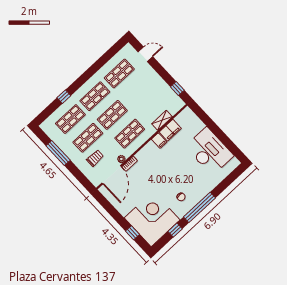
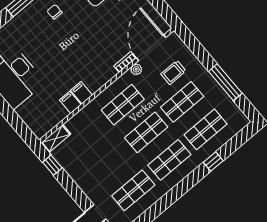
shelving: (162, 120) -> (56, 138), moved
filing cabinet: (170, 130) -> (70, 102), width x0.50

